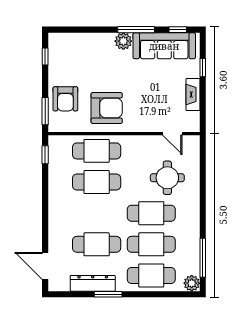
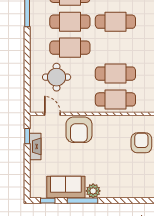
sofa: (164, 46) -> (66, 187), width x0.73
window: (203, 68) -> (27, 136), moved
armchair: (107, 108) -> (79, 130), moved, turned -90

